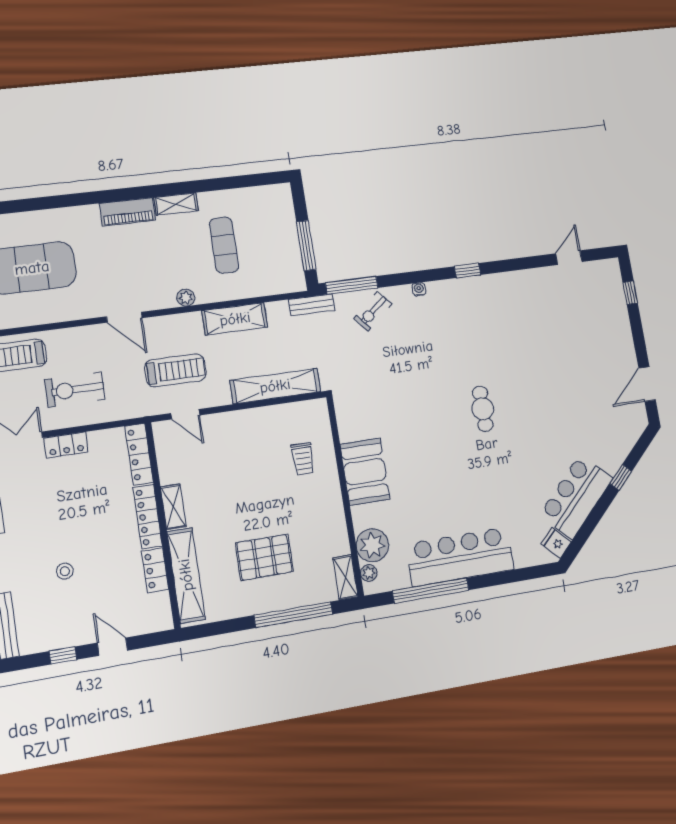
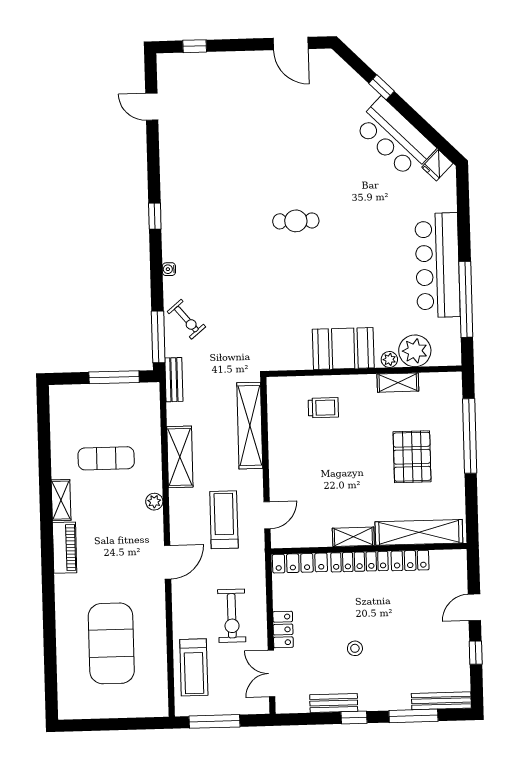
stool: (65, 571) -> (355, 648), moved
plant: (369, 573) -> (389, 359), moved
shelving: (345, 577) -> (398, 383), moved

